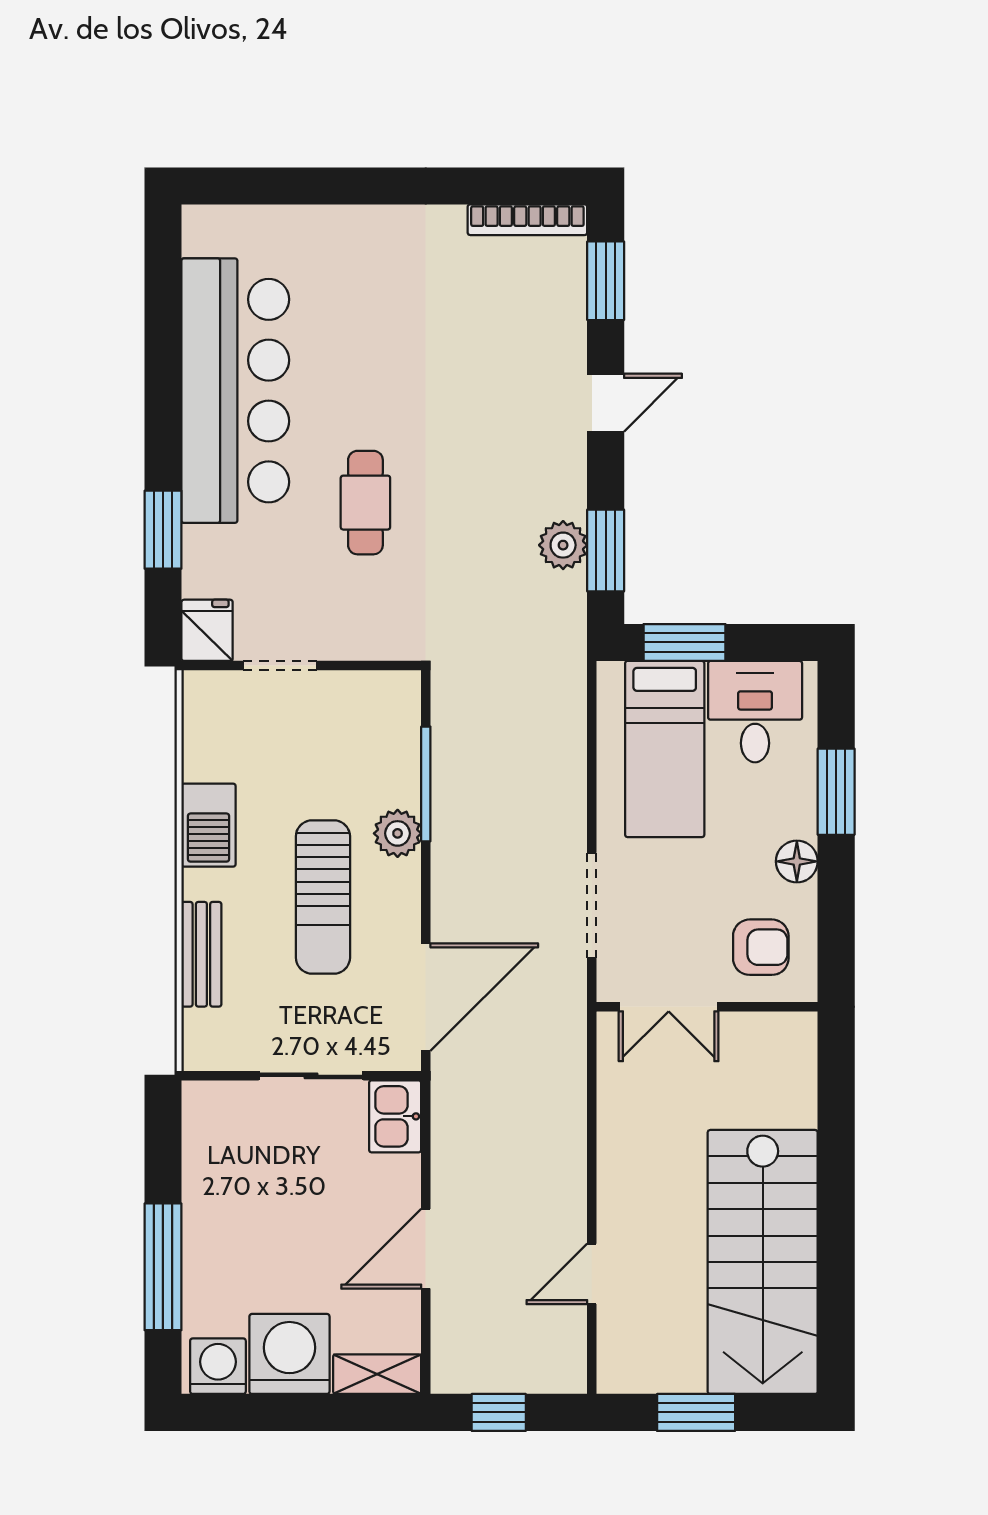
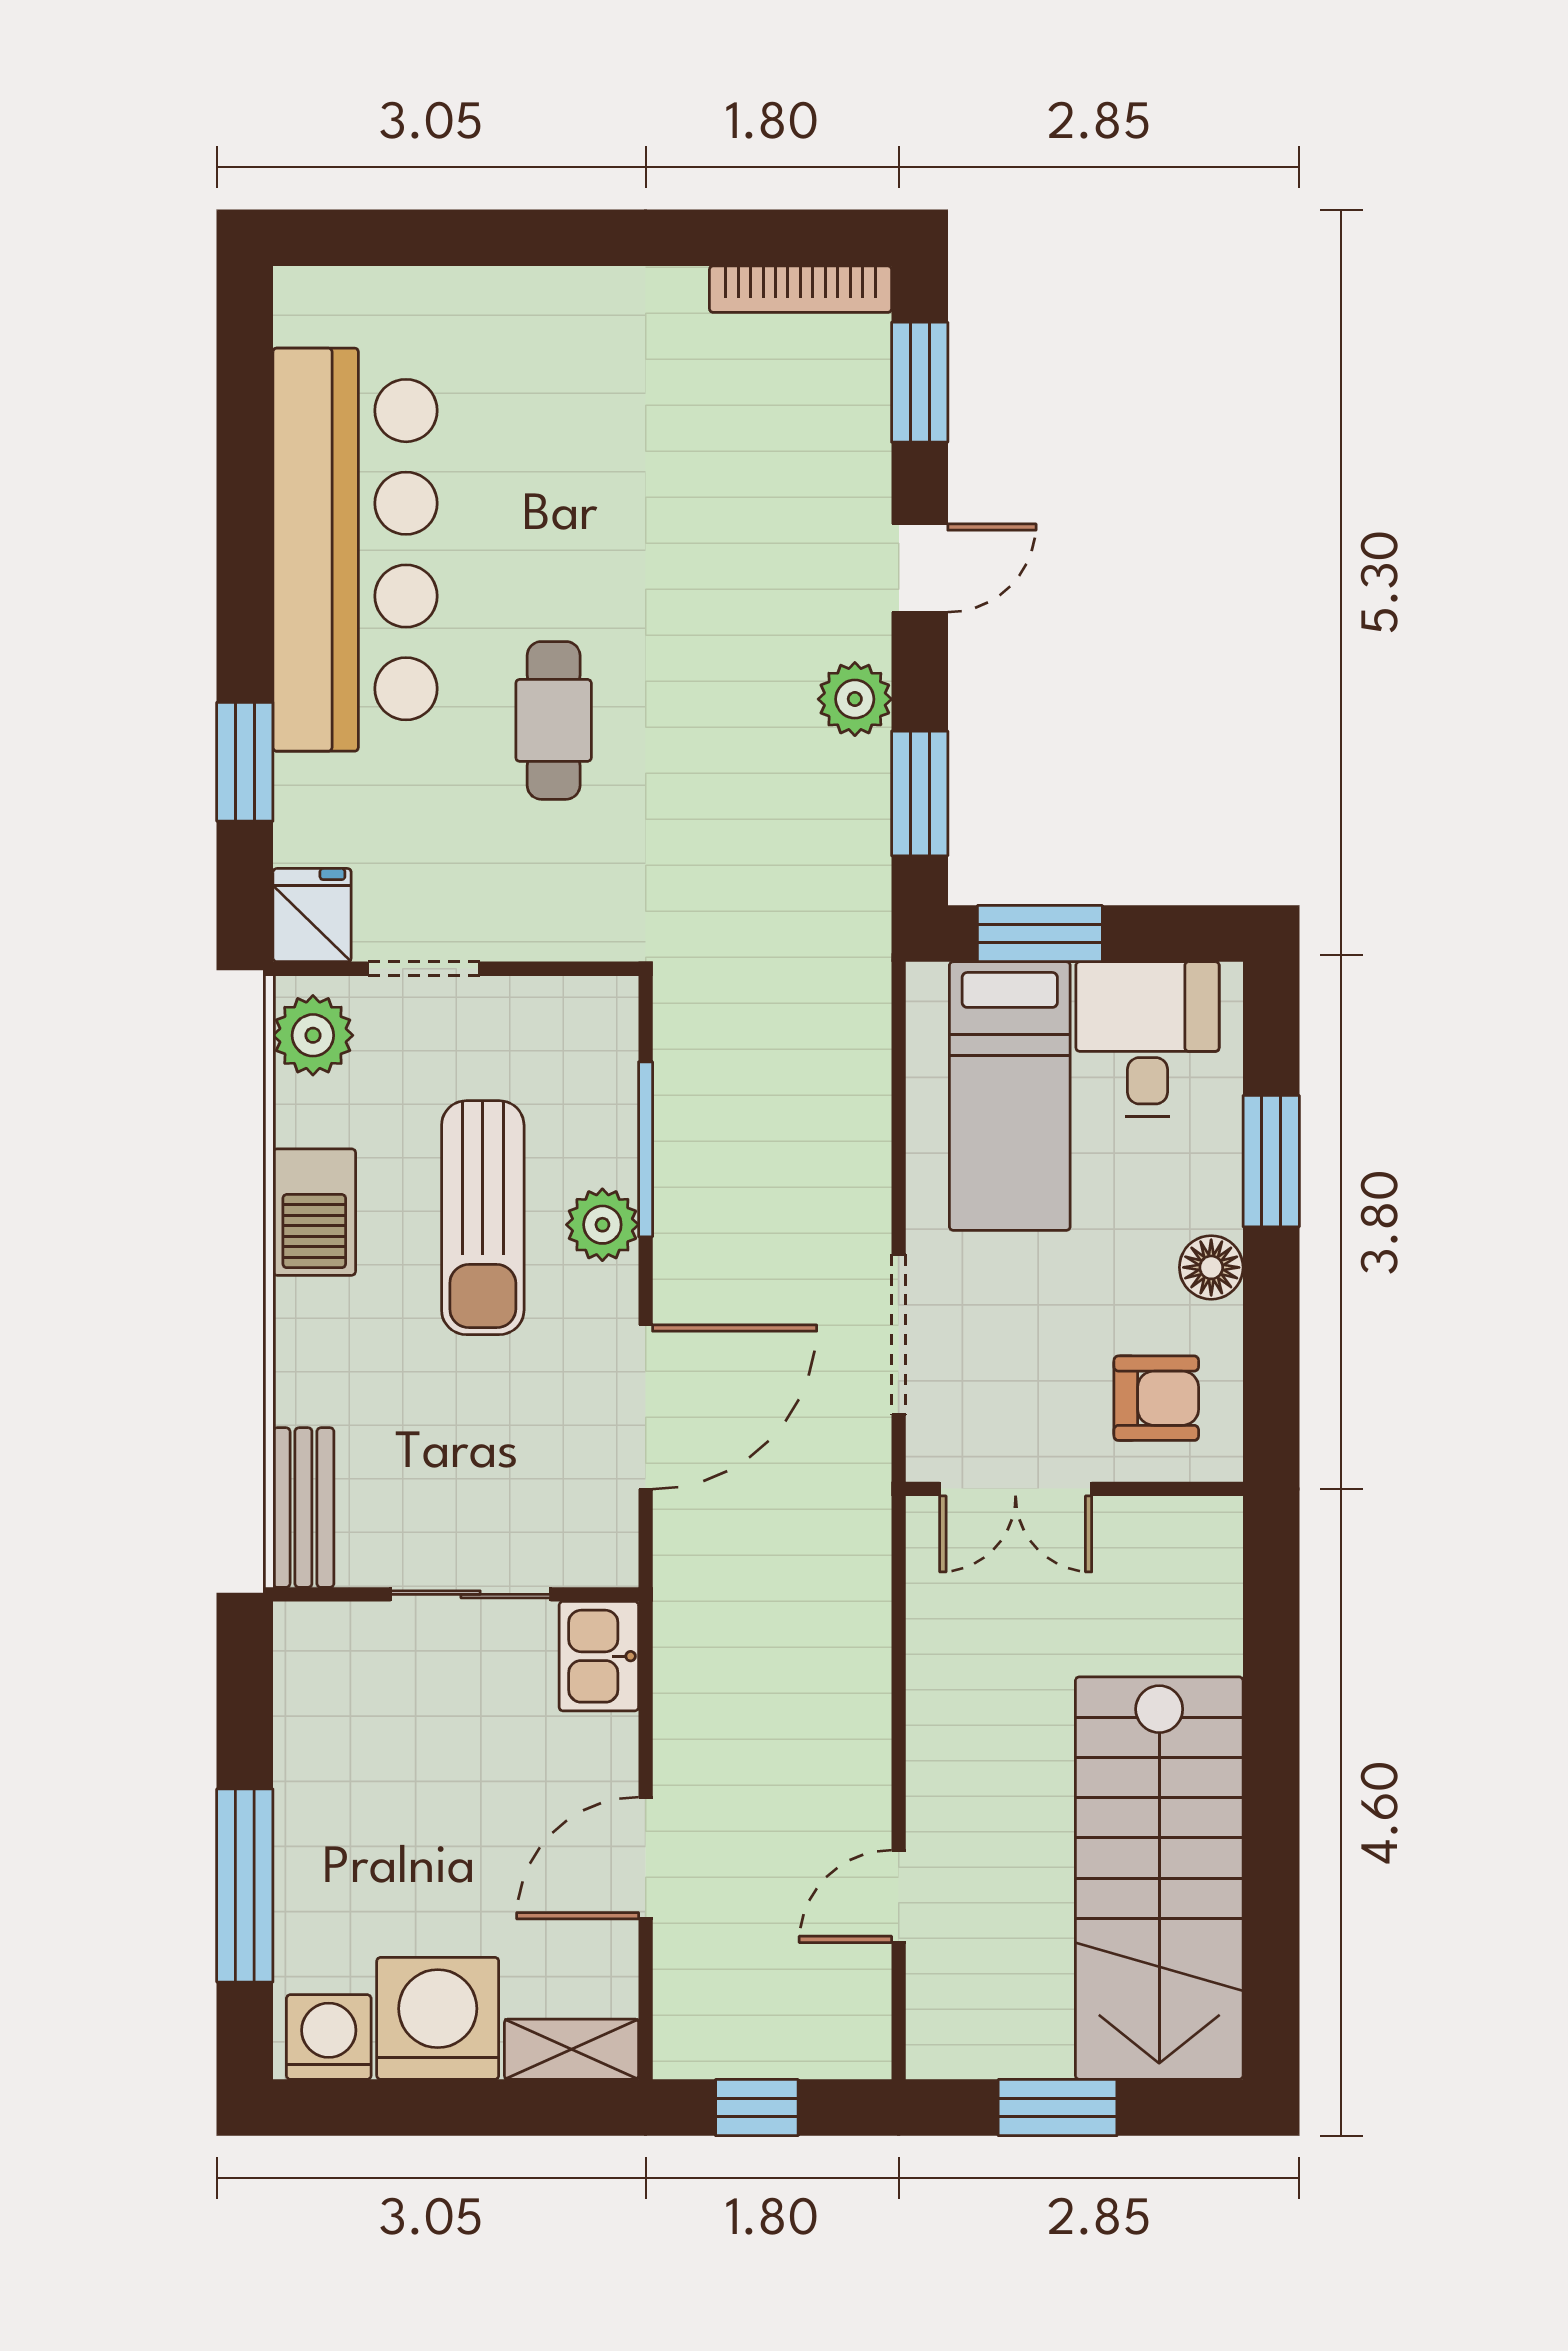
plant: (563, 545) -> (855, 699), moved
plant: (208, 709) -> (313, 1035), added
sun lounger: (323, 897) -> (483, 1218), moved
bench: (201, 954) -> (303, 1508), moved
door: (426, 997) -> (646, 1407), moved

